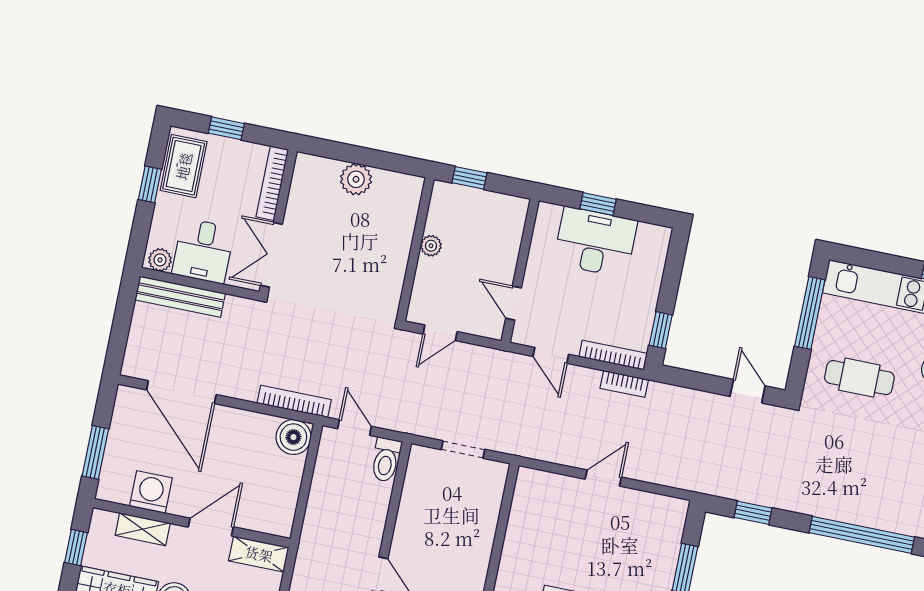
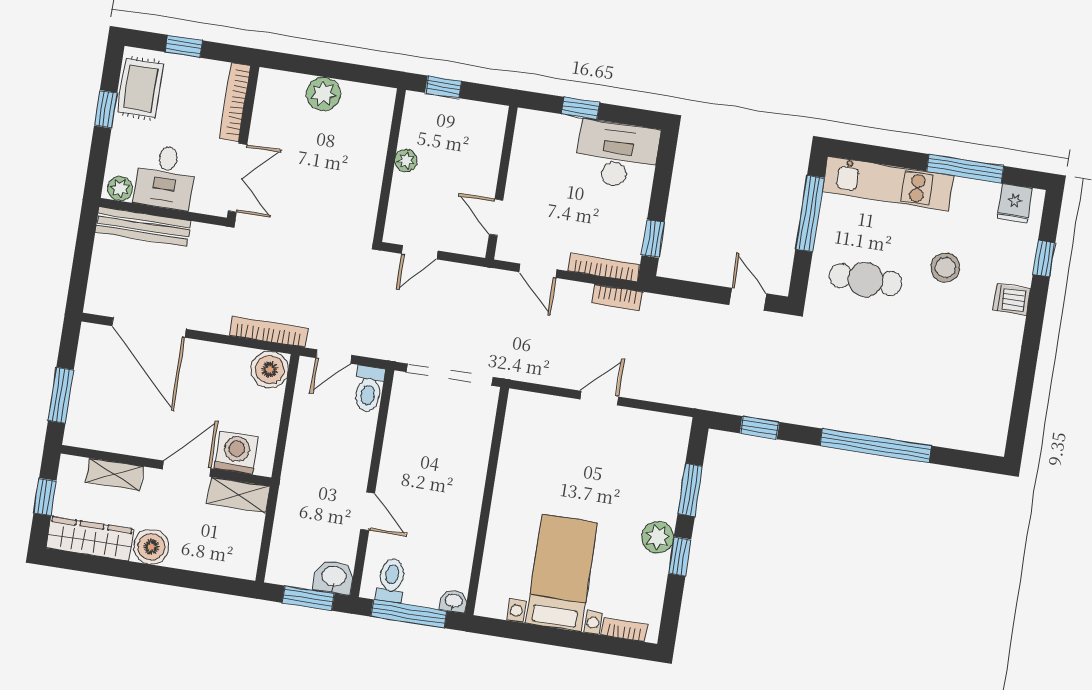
desk: (595, 242) -> (617, 155), moved
double door: (271, 255) -> (238, 178), swing flipped
door: (355, 427) -> (334, 356), swing flipped
doorway: (463, 450) -> (450, 375), width x1.88
washing machine: (151, 492) -> (236, 453), moved

